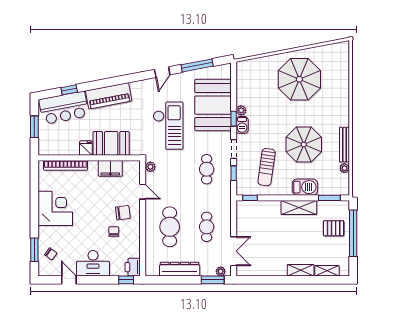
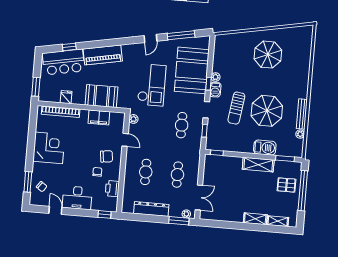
parasol: (299, 79) -> (268, 55), width x0.73, depth x0.73
window: (34, 127) -> (36, 87), moved
fridge: (86, 148) -> (66, 97), moved
sun lounger: (267, 167) -> (236, 108), moved
cafe table: (170, 227) -> (146, 172), width x0.73, depth x0.74
printer: (133, 267) -> (112, 189), moved

